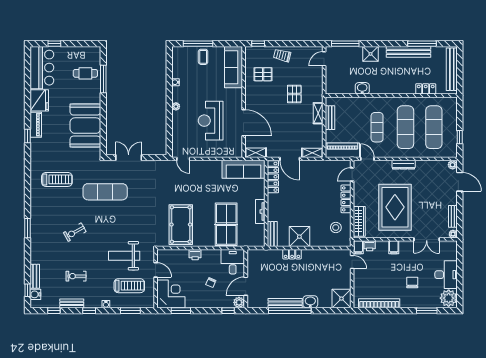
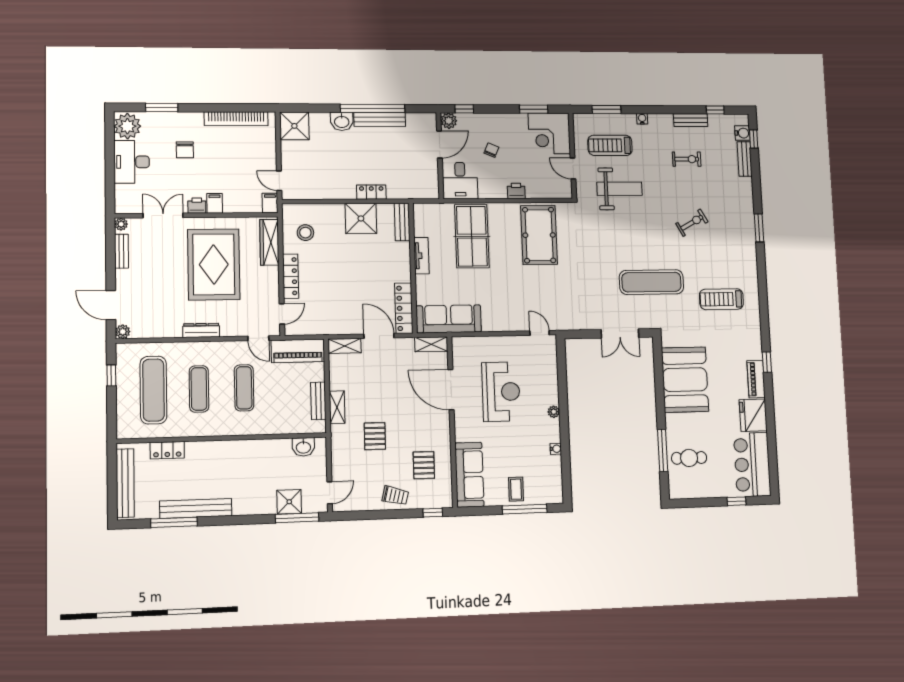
shower: (371, 54) -> (289, 502), moved
pallet: (263, 74) -> (424, 465), turned 90
washbasin: (362, 88) -> (303, 447), moved
exercise mat: (405, 127) -> (199, 389), width x0.73, depth x0.69
printer: (370, 246) -> (197, 206), moved
window: (89, 311) -> (665, 110), removed

